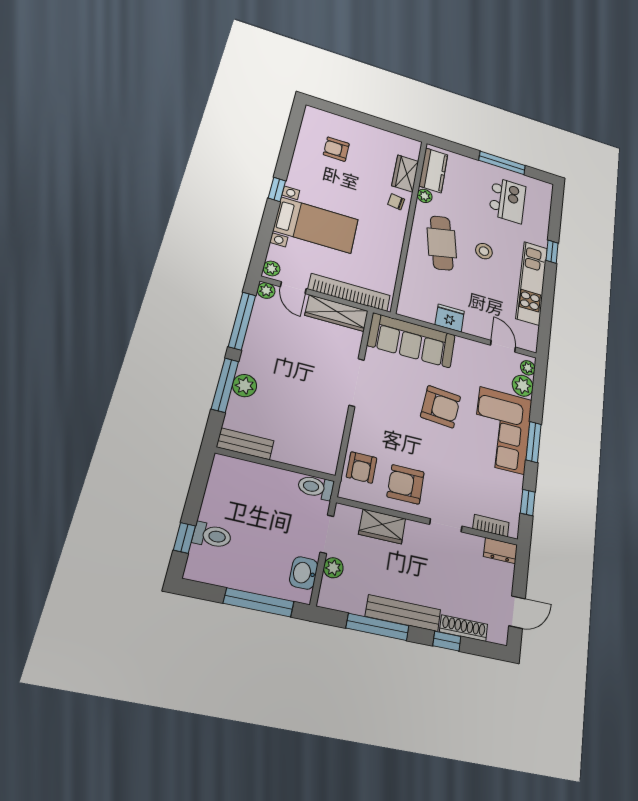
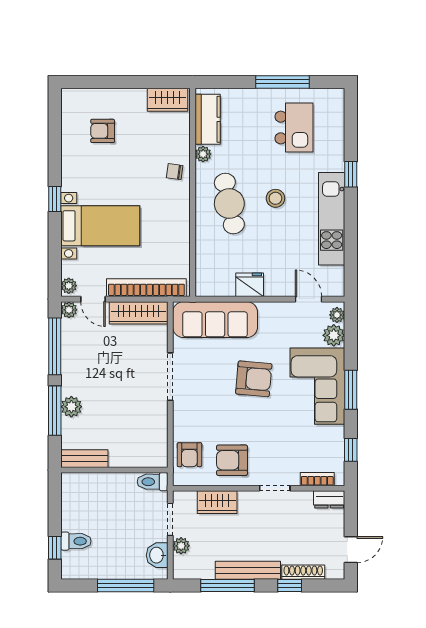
wardrobe: (405, 173) -> (167, 100), moved, turned -90

